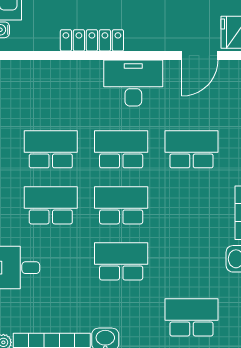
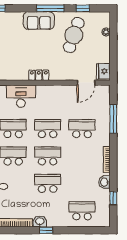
locker: (92, 40) -> (39, 75), width x0.66
desk: (133, 83) -> (21, 96), moved

